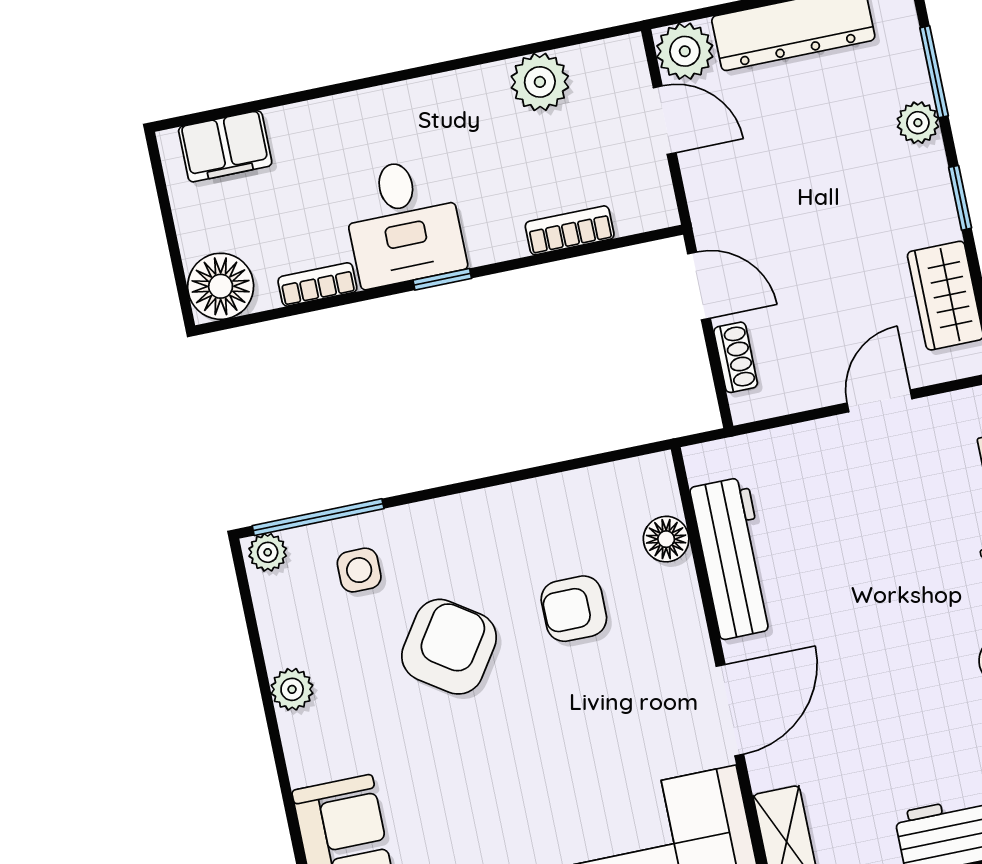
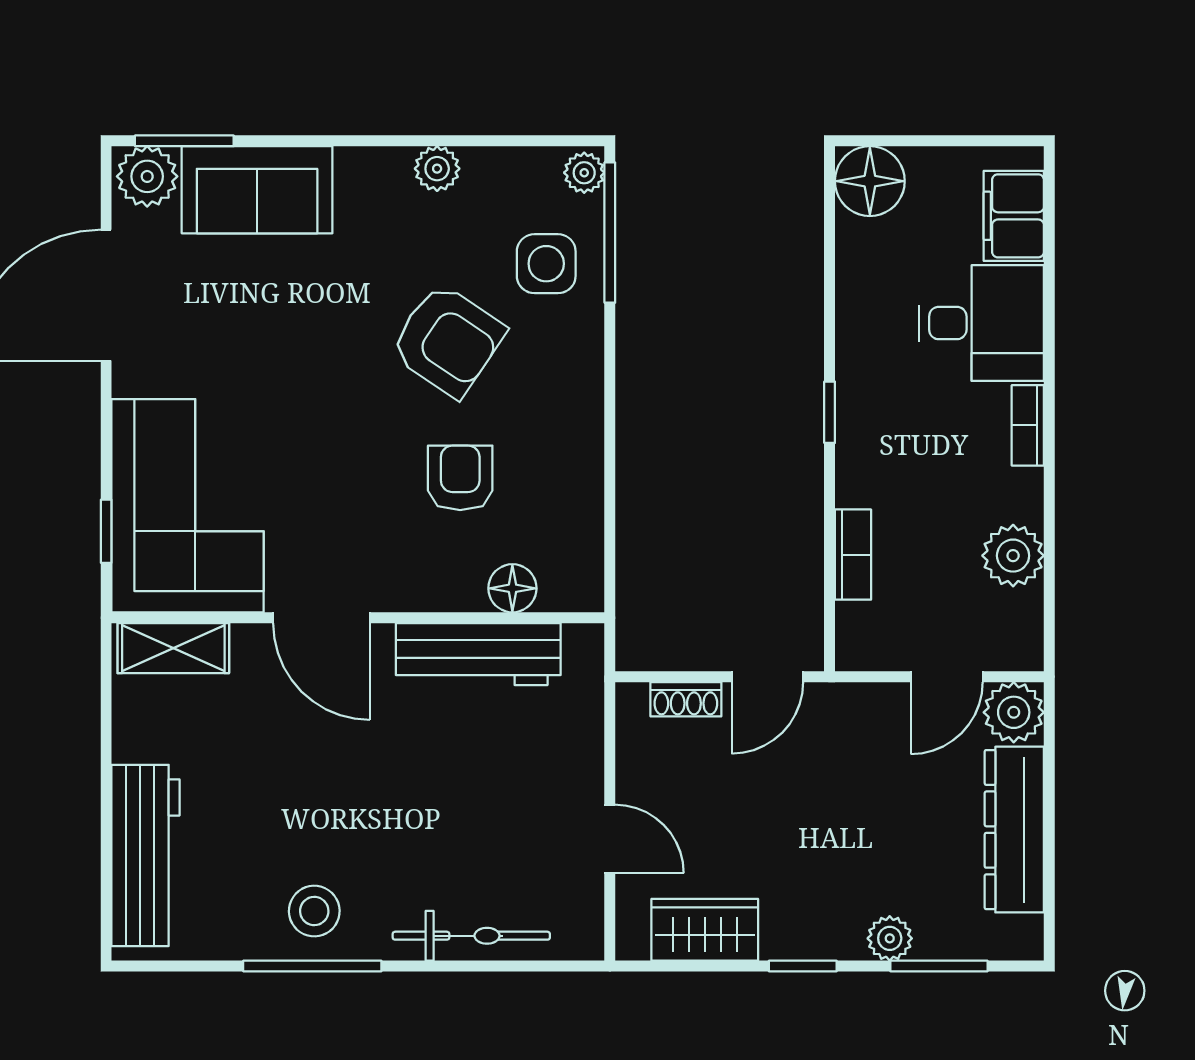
desk: (403, 222) -> (982, 323), moved, turned 180
bookcase: (317, 284) -> (1028, 425), moved, turned 180
side table: (359, 570) -> (546, 264), width x1.37, depth x1.37

